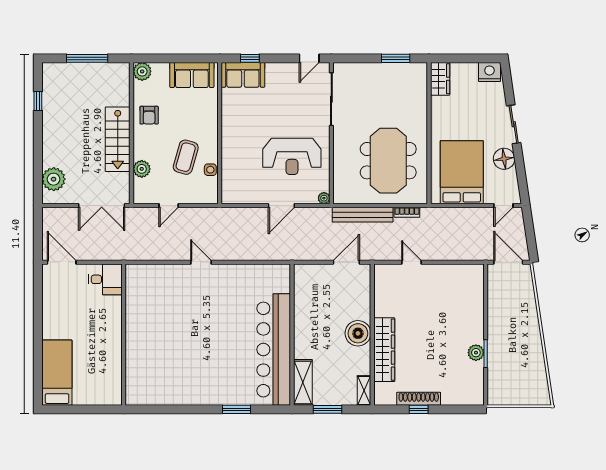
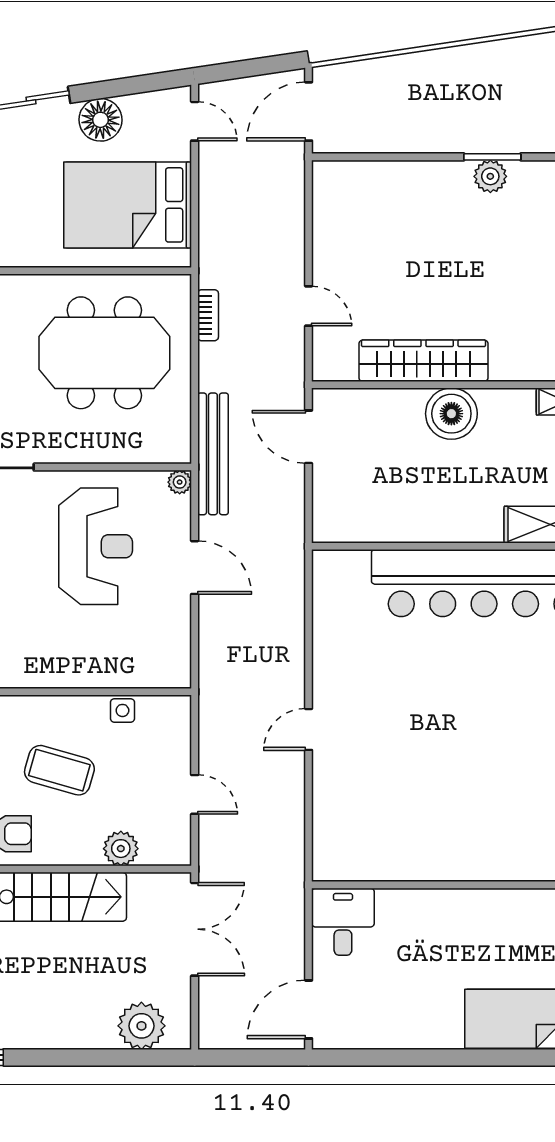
coffee table: (186, 157) -> (59, 770), moved
bench: (363, 215) -> (213, 454), moved
door: (411, 262) -> (309, 306), swing flipped
wardrobe: (384, 350) -> (423, 361), moved

